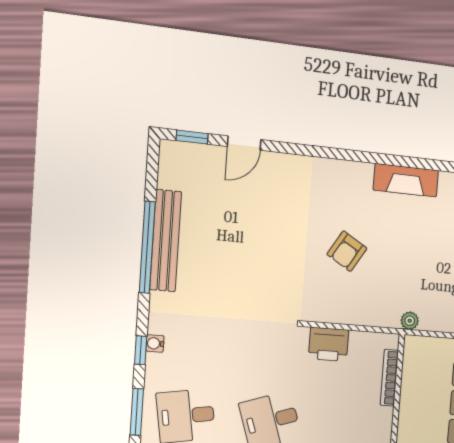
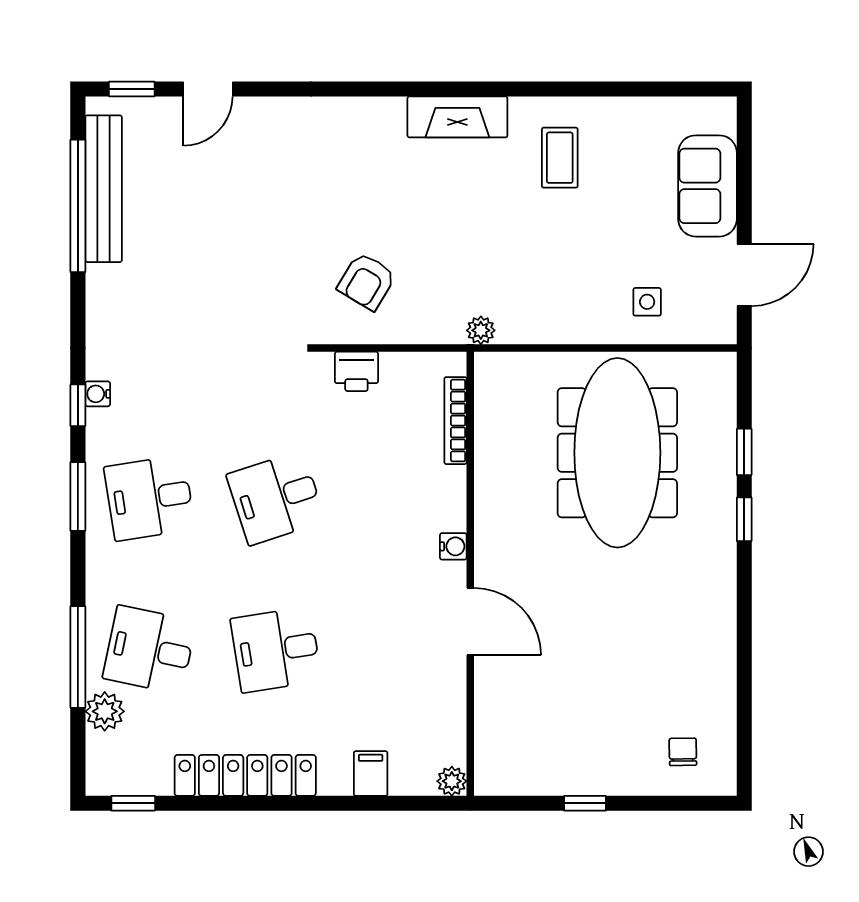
bench: (166, 241) -> (104, 189), moved
window: (147, 247) -> (78, 206), moved
armchair: (347, 251) -> (367, 281), moved
printer: (329, 344) -> (356, 371), width x0.73, depth x0.81

